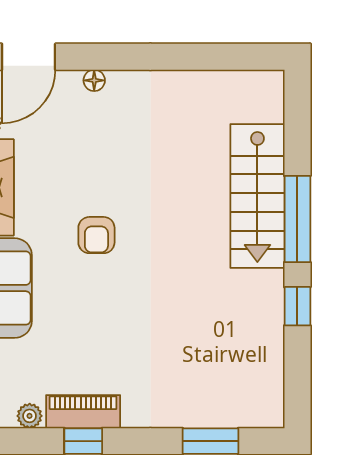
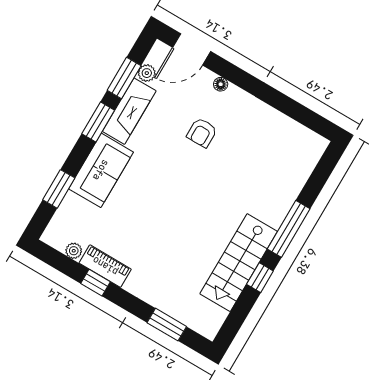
stairs: (257, 196) -> (239, 263), moved
armchair: (96, 235) -> (202, 133), moved

